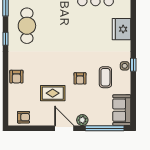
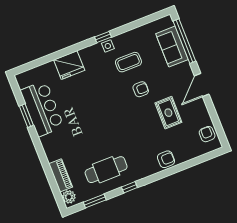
sofa: (122, 110) -> (172, 47), moved, turned 90
plant: (82, 120) -> (185, 69), removed

